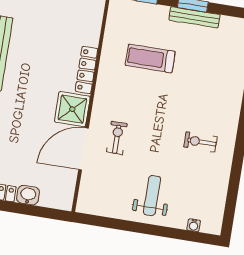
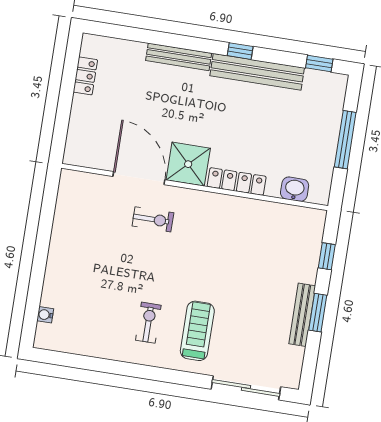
treadmill: (150, 58) -> (197, 331), moved
washbasin: (28, 195) -> (295, 189), moved, turned -90
weight bench: (152, 196) -> (82, 263), removed

